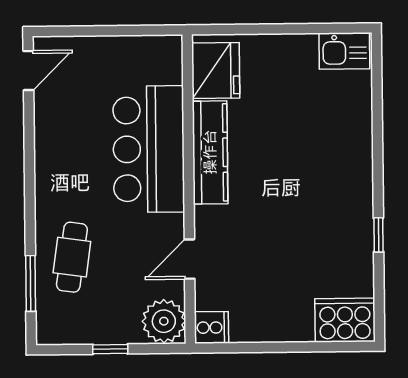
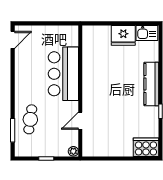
fridge: (216, 71) -> (123, 35), moved, turned 90
kitchen counter: (210, 152) -> (151, 84), moved, turned 180
plant: (164, 321) -> (73, 151), width x0.53, depth x0.53
cooker: (212, 328) -> (89, 150), removed

